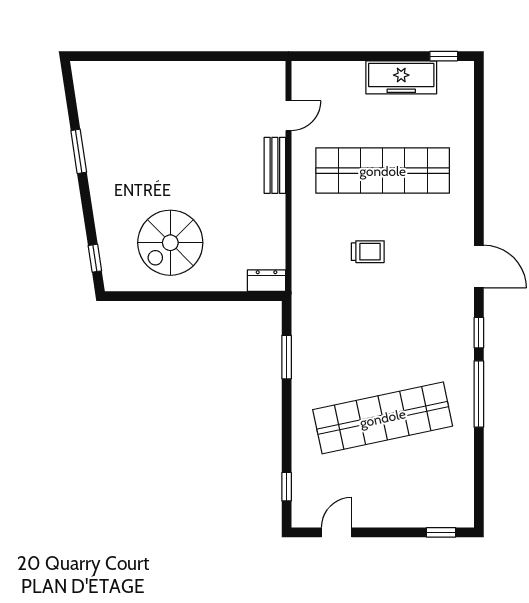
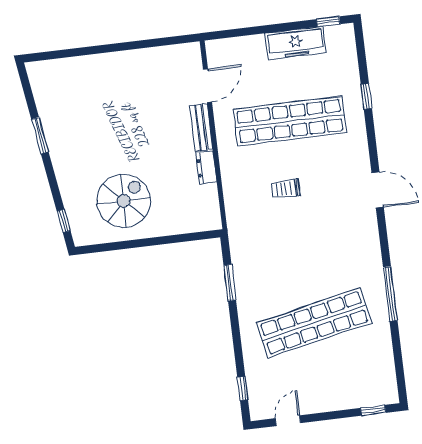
door: (288, 116) -> (207, 86), width x1.38
spiral stairs: (170, 243) -> (124, 201), turned 180
trolley: (368, 252) -> (286, 189), turned 180
dresser: (266, 281) -> (206, 167), moved, turned -90
window: (479, 333) -> (366, 96), moved

